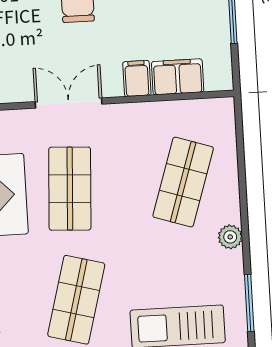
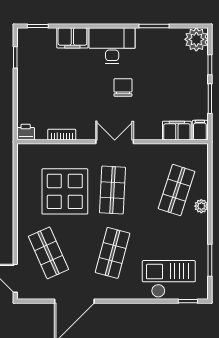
filing cabinet: (137, 78) -> (200, 130), moved
plant: (230, 237) -> (201, 206), moved

